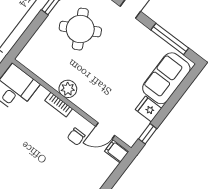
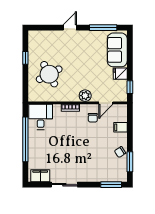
round table: (80, 29) -> (49, 74), moved
plant: (68, 89) -> (85, 96), moved
filing cabinet: (117, 151) -> (120, 127), moved

